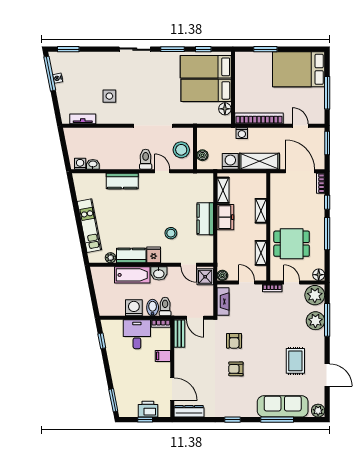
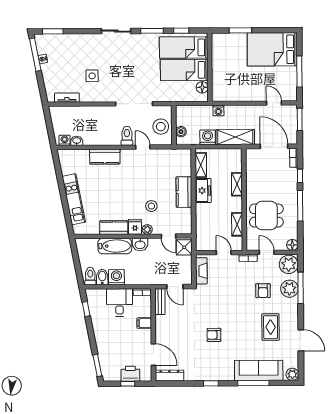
bookcase: (259, 118) -> (235, 96), removed
plant: (111, 258) -> (147, 229), moved
boiler: (222, 275) -> (201, 246), removed
toilet: (165, 306) -> (90, 276), moved
bidet: (153, 308) -> (102, 277), moved
armchair: (234, 341) -> (263, 291), moved

